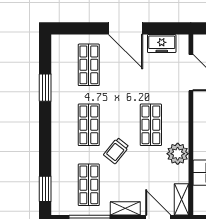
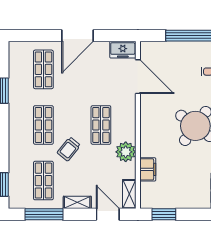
door: (126, 28) -> (78, 36), hinge flipped
freezer: (162, 44) -> (123, 50), moved

